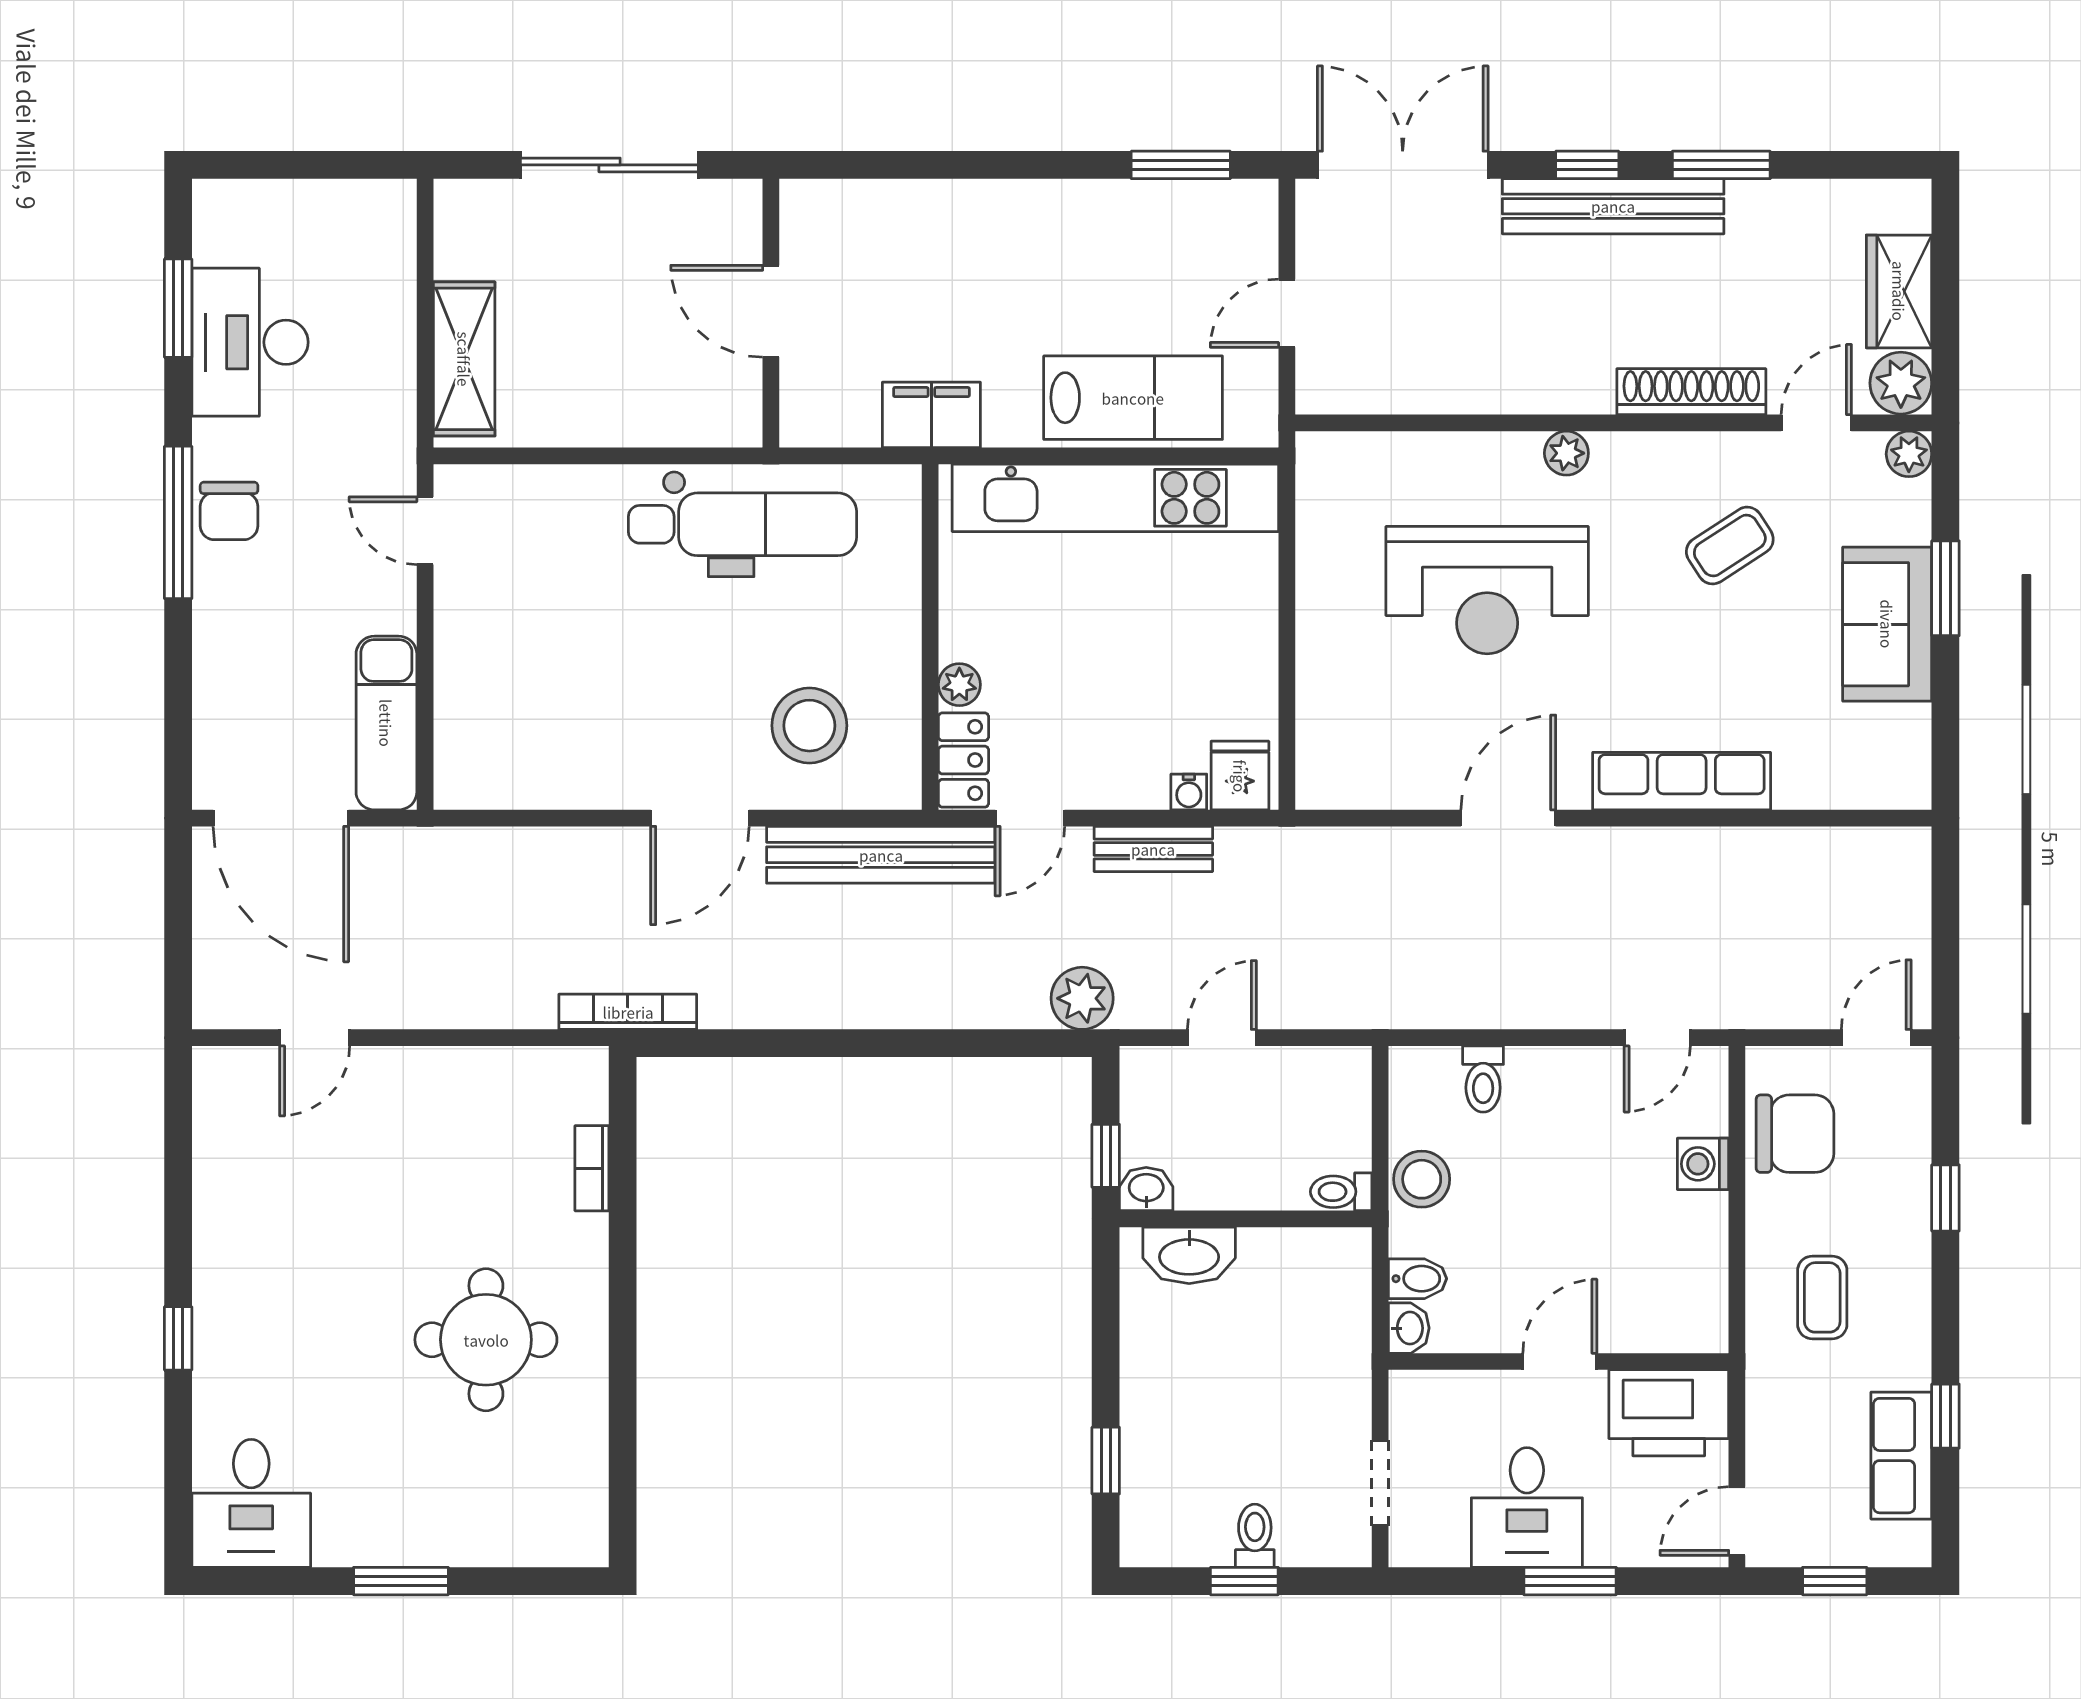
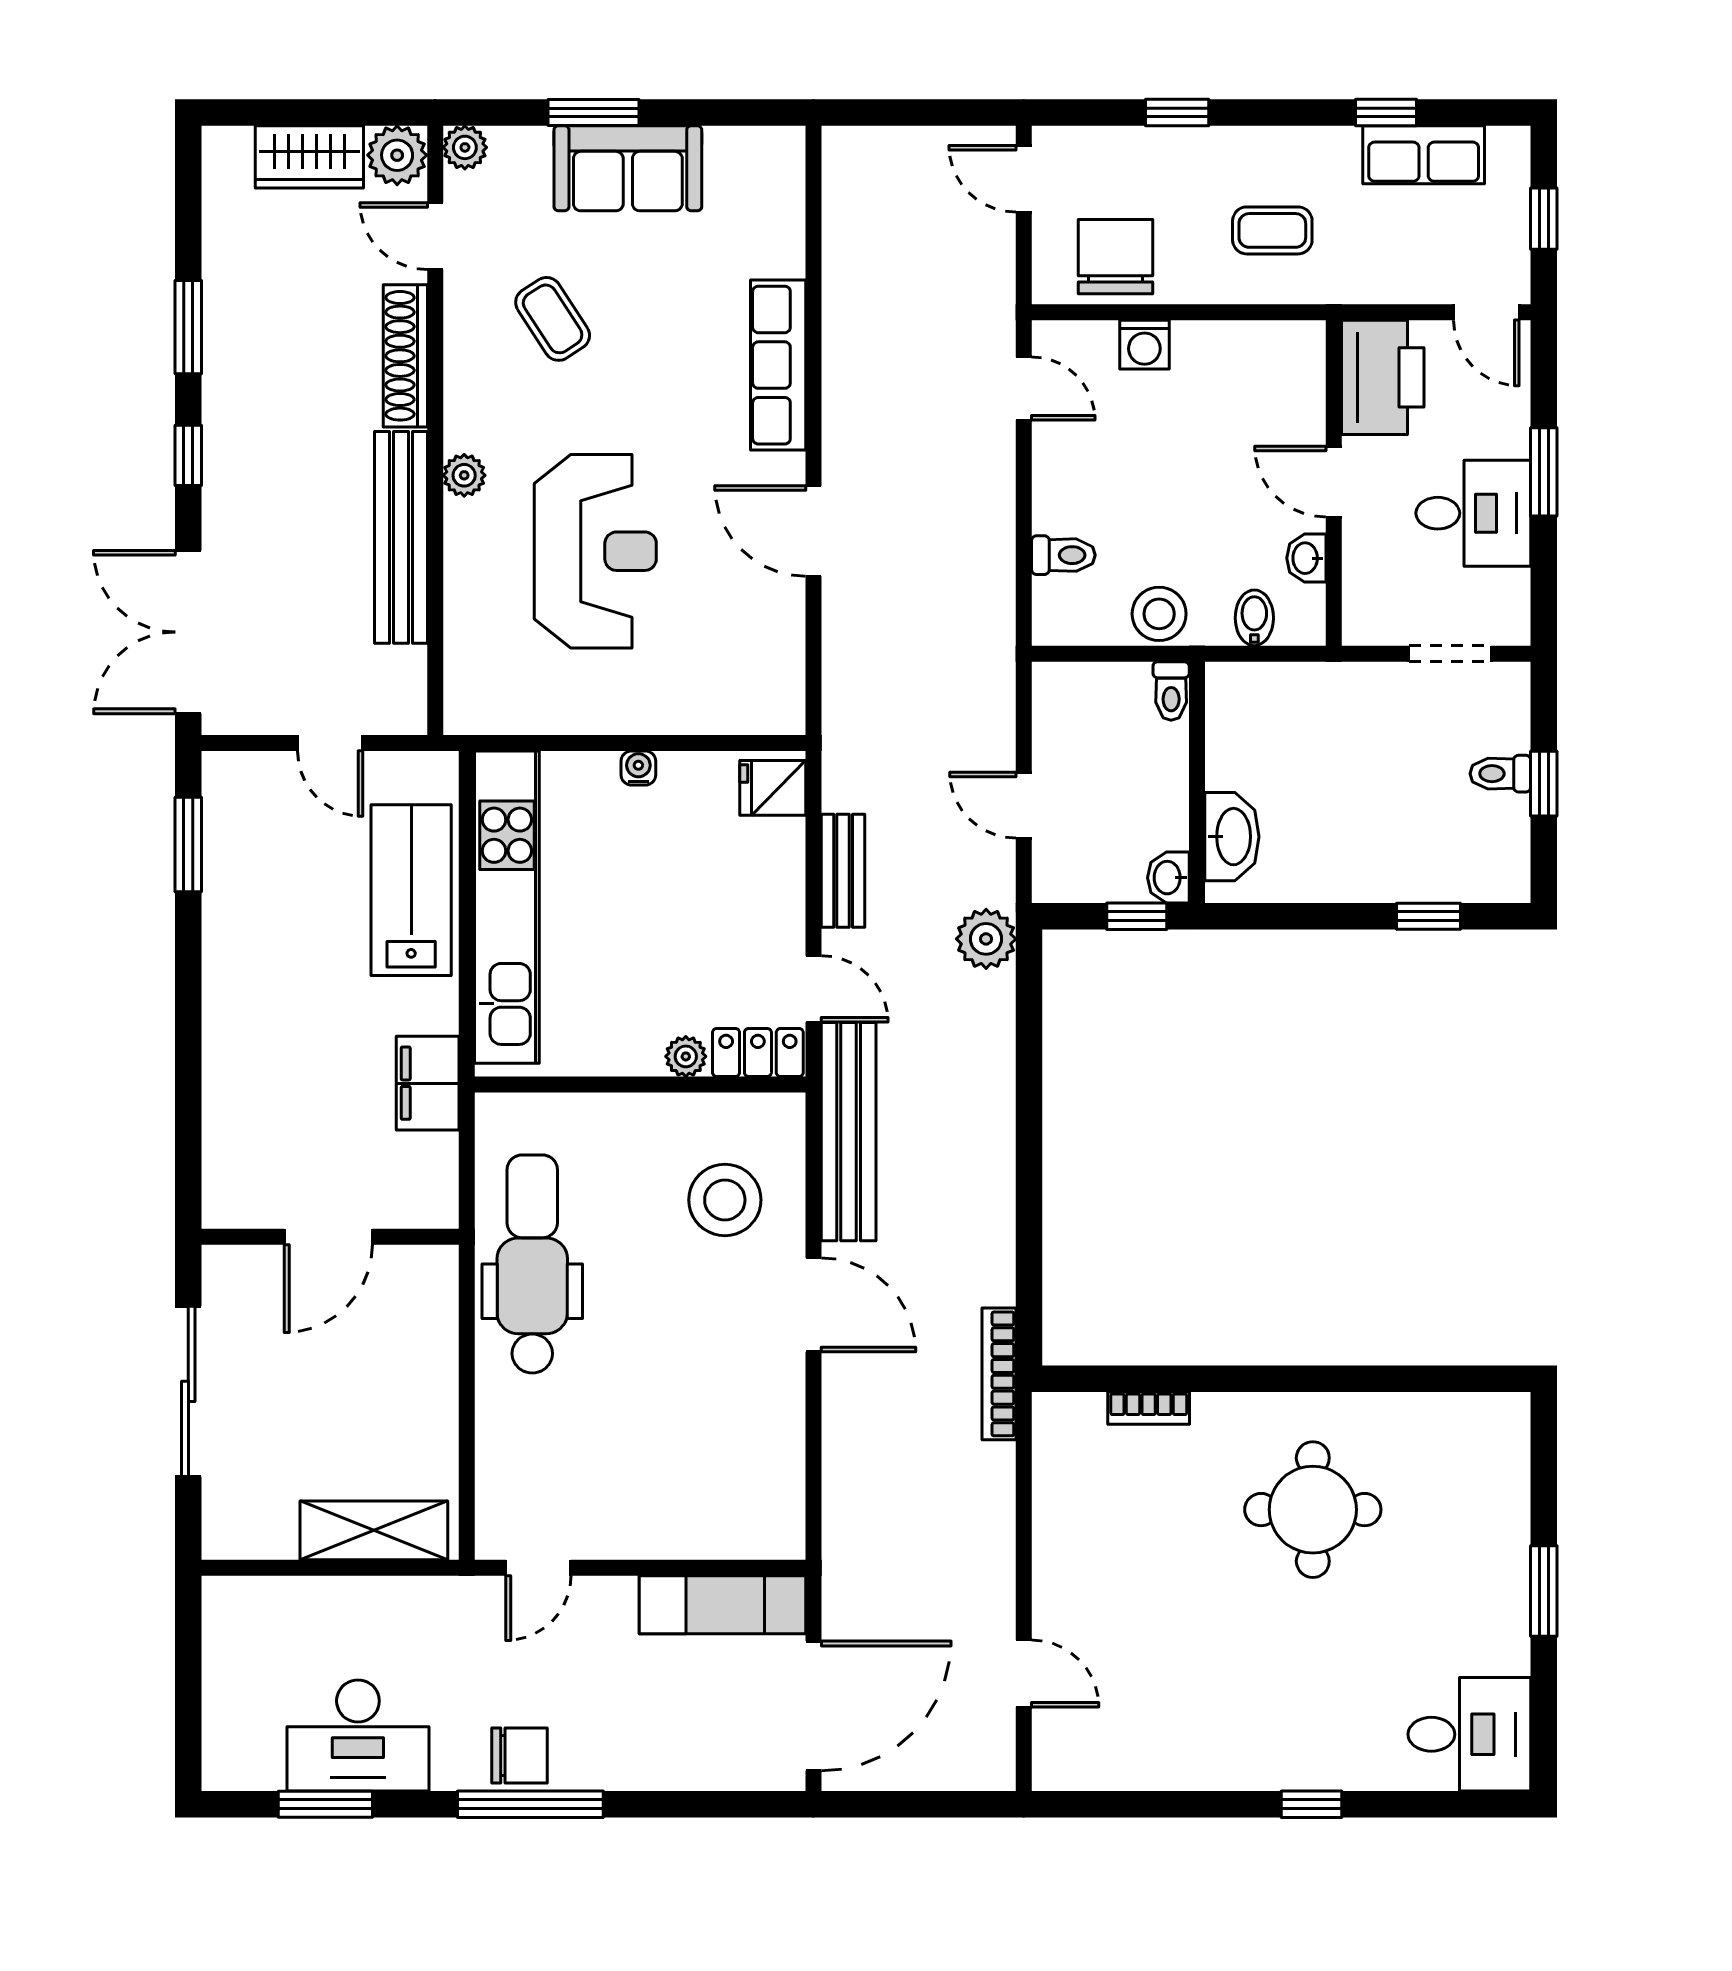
bench: (1613, 206) -> (401, 537), moved
water cooler: (1189, 792) -> (638, 768), moved, turned -90
washbasin: (1409, 1328) -> (1306, 558), moved, turned -90

